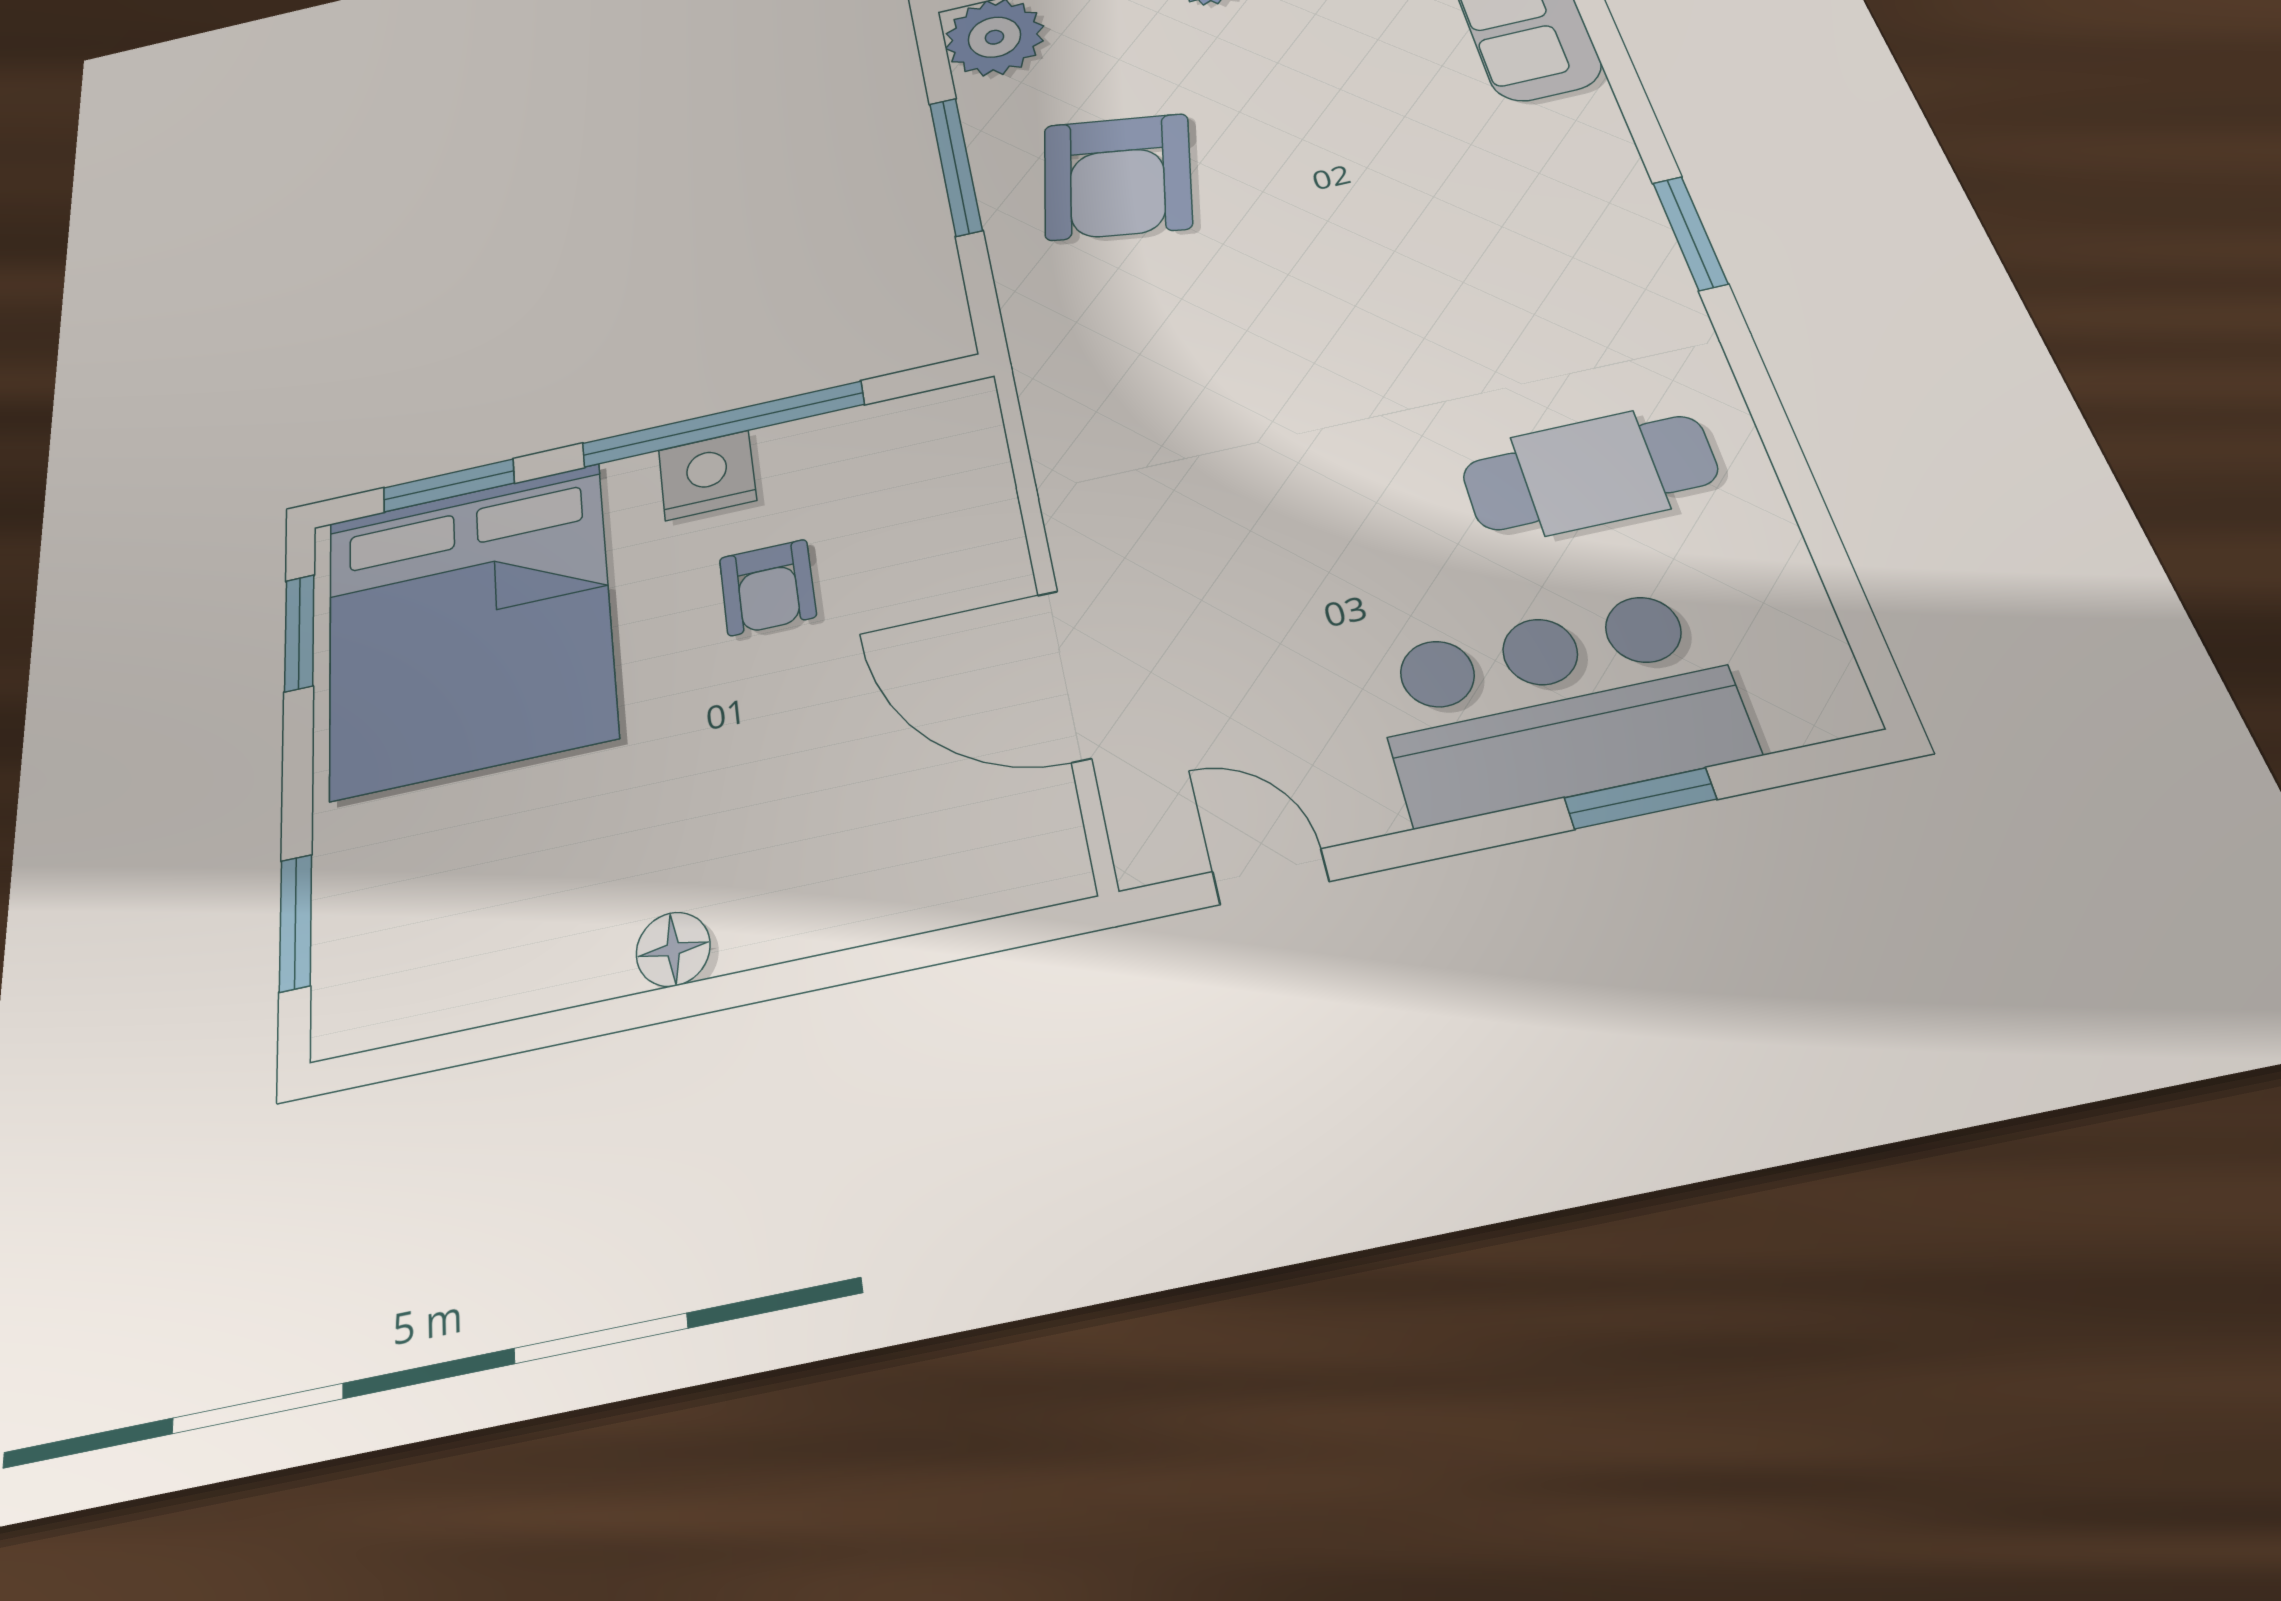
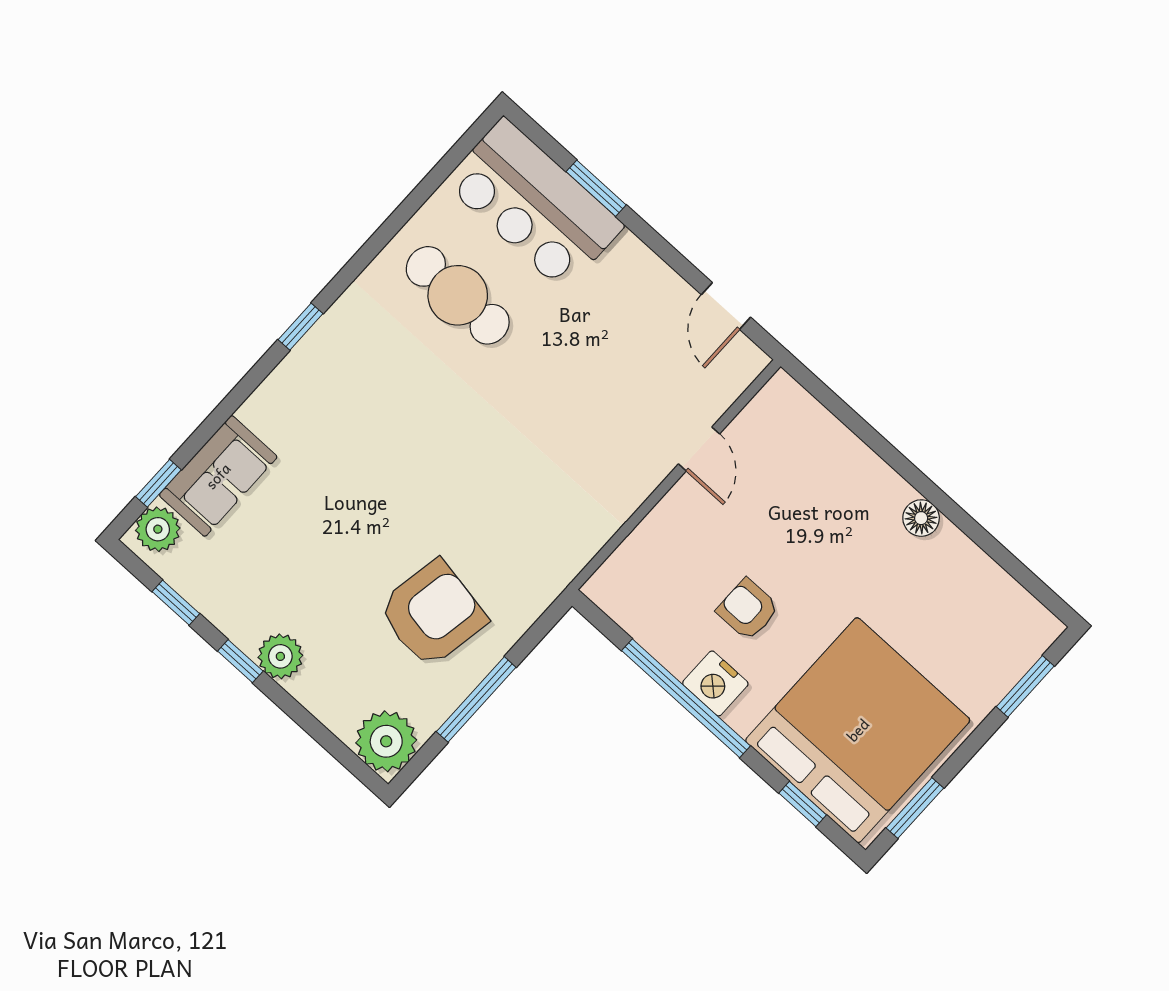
window: (1690, 233) -> (300, 327), width x0.67
window: (449, 485) -> (803, 804), width x0.67
armchair: (768, 587) -> (748, 609), turned -90
door: (1064, 675) -> (699, 449), width x0.53
bar counter: (1558, 705) -> (534, 204), moved

